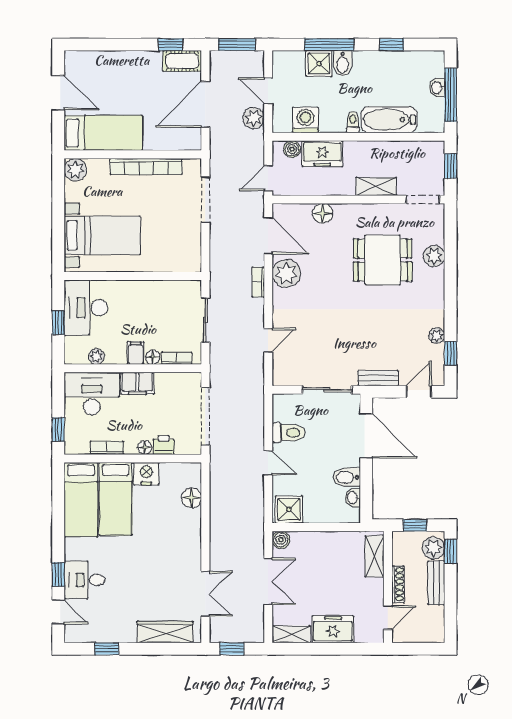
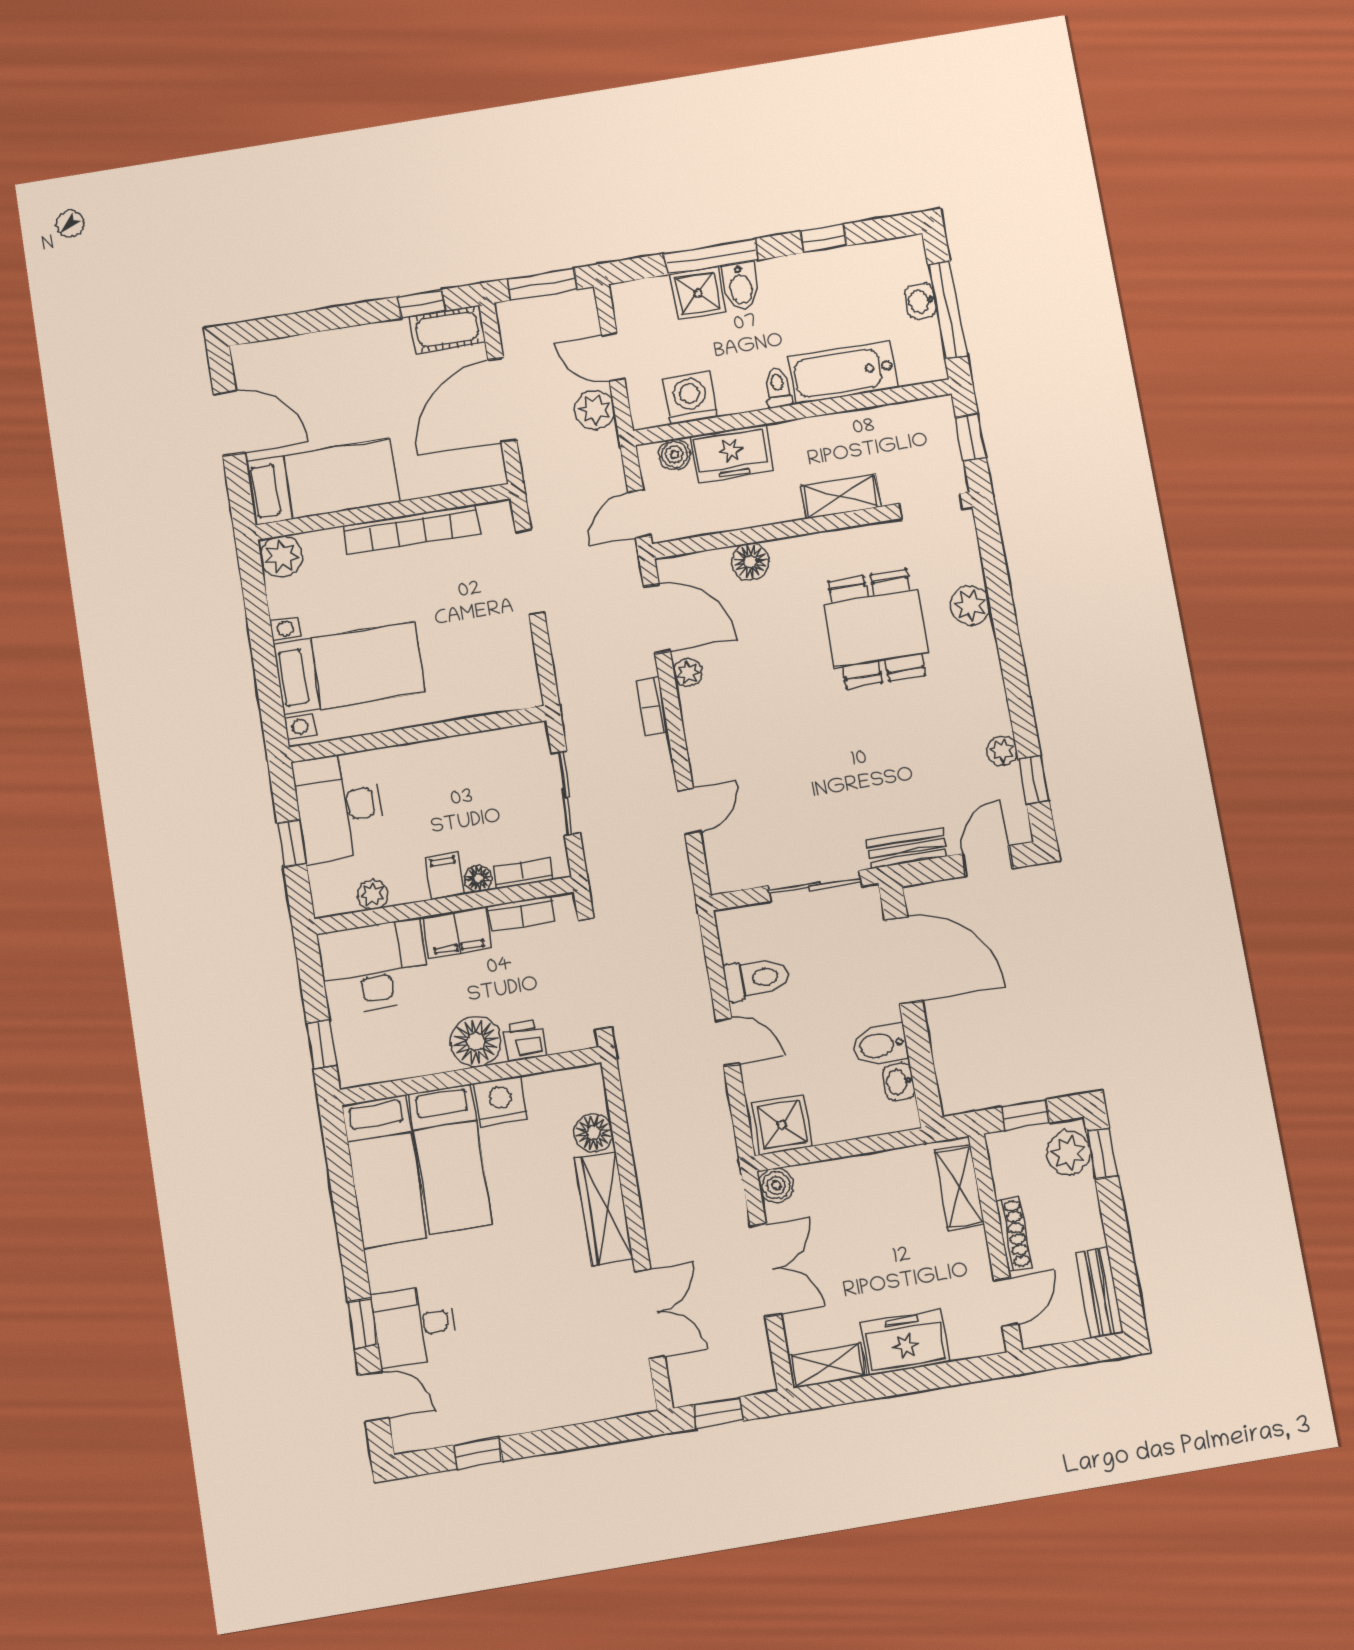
dining table: (383, 260) -> (876, 628), turned 90
plant: (286, 274) -> (688, 672), width x0.53, depth x0.53
bookcase: (107, 448) -> (521, 913), moved, turned 180
floor lamp: (145, 448) -> (476, 1042), width x1.89, depth x1.89
bench: (436, 583) -> (1100, 1293), moved
wardrobe: (165, 632) -> (604, 1209), moved, turned -90

